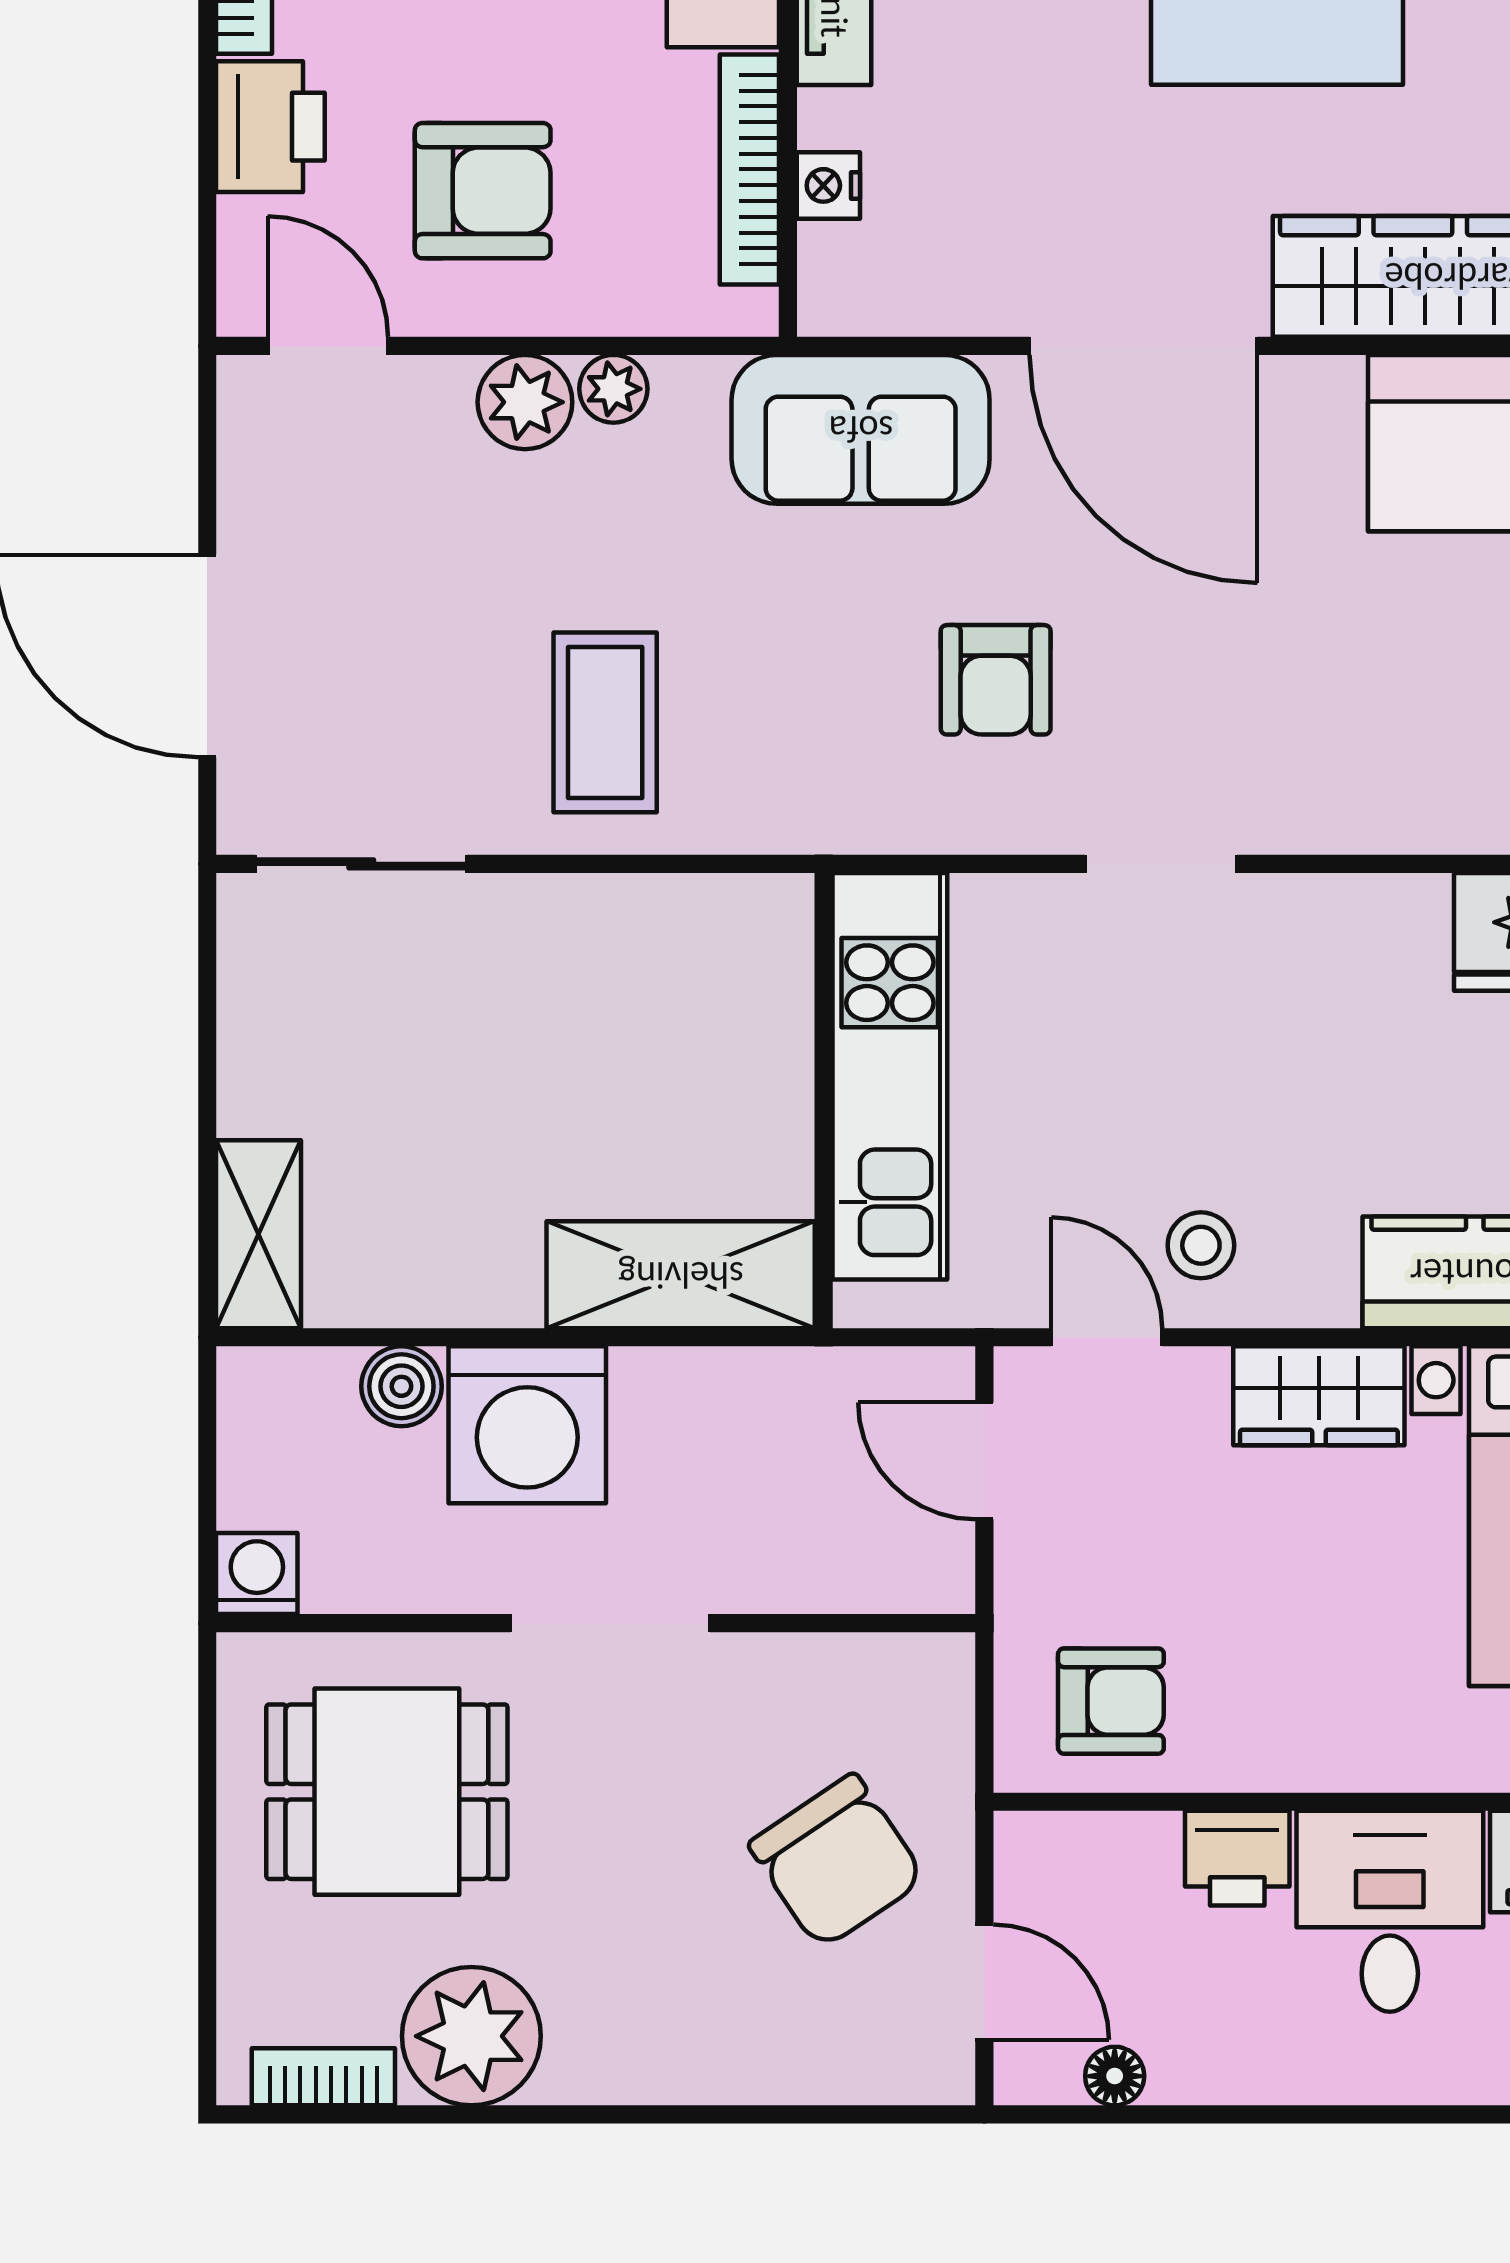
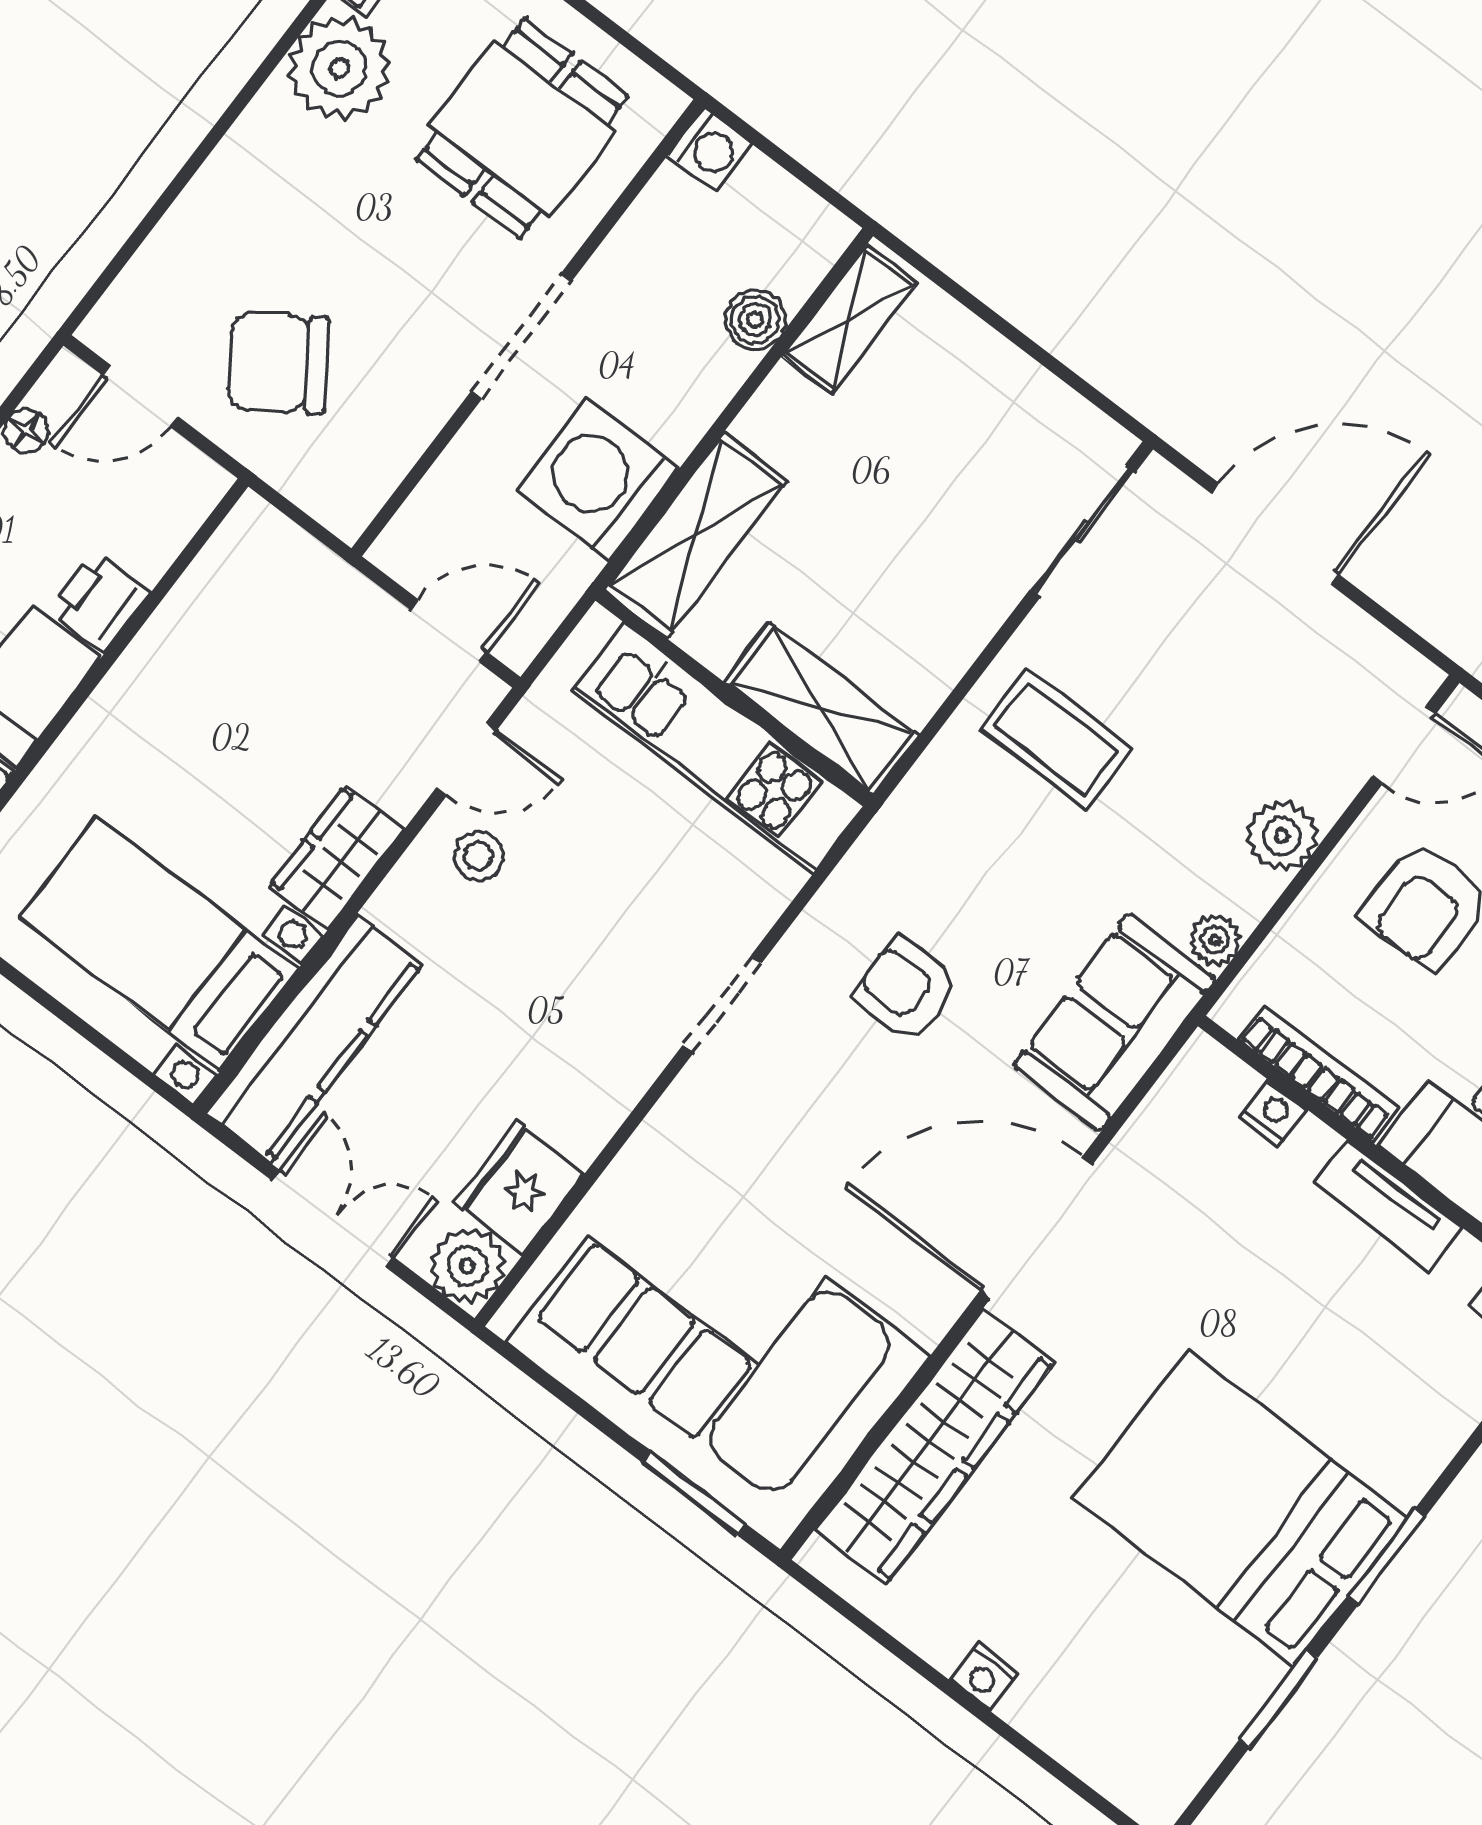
plant: (613, 389) -> (1215, 940), moved
shelving: (764, 999) -> (821, 709), added
shelving: (259, 1234) -> (849, 319), moved, turned 90
washing machine: (527, 1425) -> (598, 479), moved
armchair: (1111, 1701) -> (250, 597), removed

